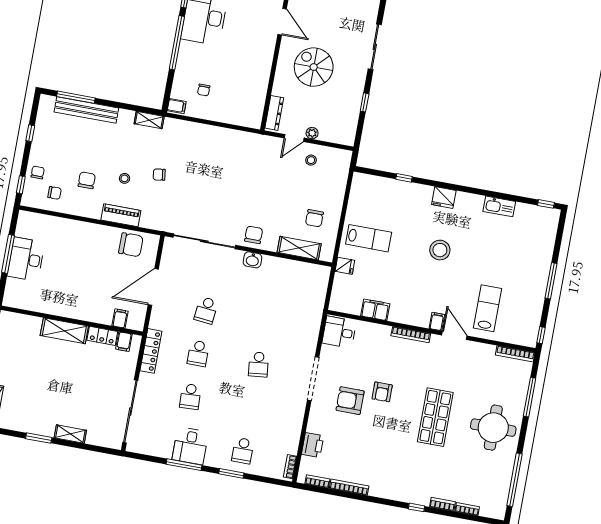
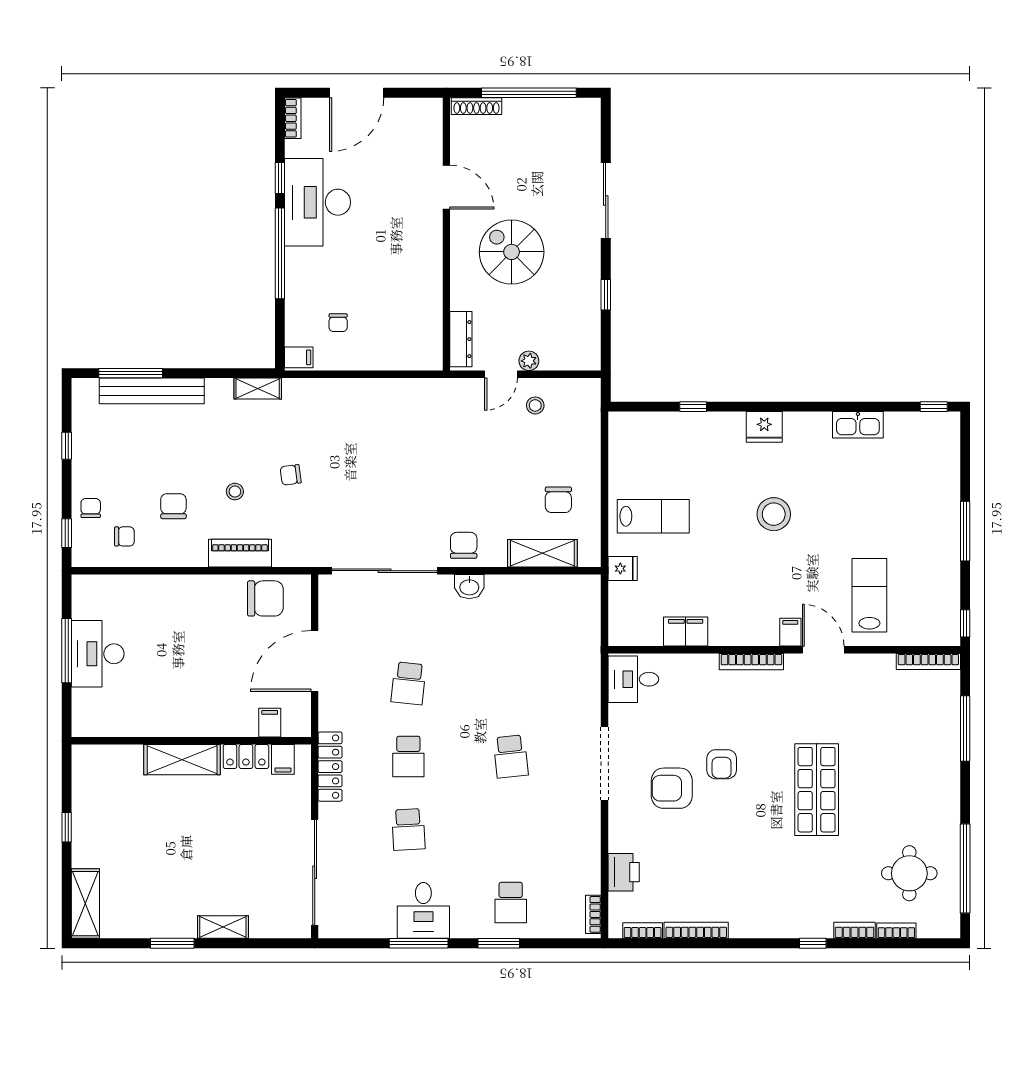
round table: (493, 428) -> (909, 873), moved, width x0.73, depth x0.73

